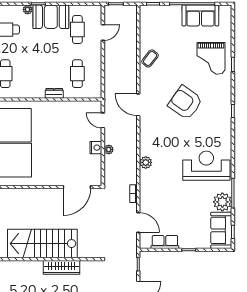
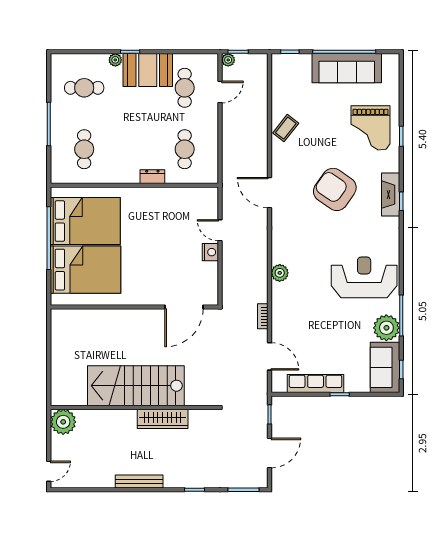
sofa: (200, 15) -> (347, 68), width x1.36
fireplace: (225, 106) -> (391, 195), added
door: (103, 120) -> (220, 230), moved
plant: (109, 150) -> (228, 60), moved
row of seats: (165, 242) -> (316, 384), width x1.48

